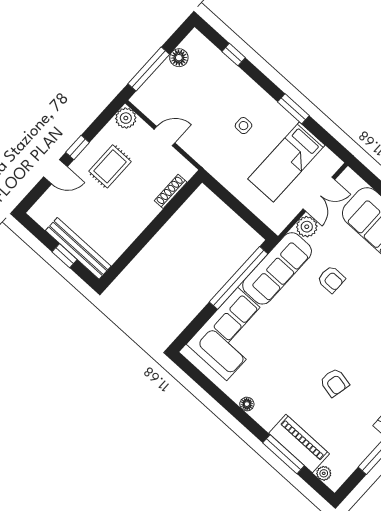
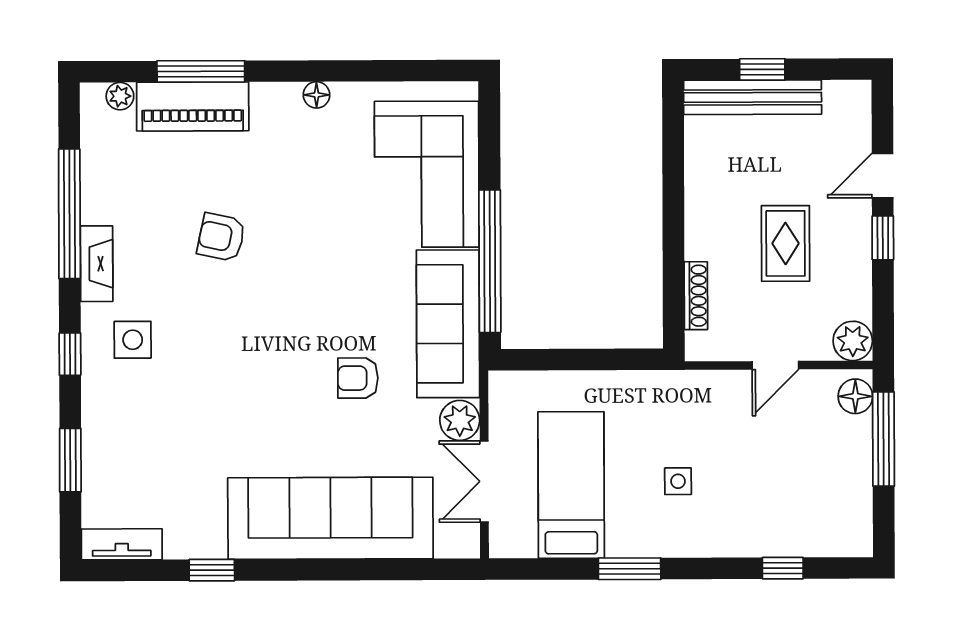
floor lamp: (179, 58) -> (855, 396), moved
rug: (110, 166) -> (786, 243), moved

